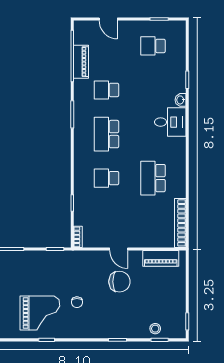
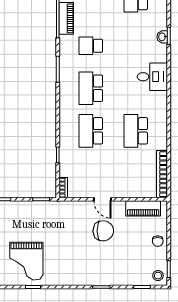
washbasin: (180, 100) -> (162, 37), moved
school desk: (106, 178) -> (91, 131), width x1.85
chair: (77, 302) -> (158, 241), moved
grand piano: (40, 313) -> (26, 261), turned 90
stool: (155, 329) -> (158, 276), moved

